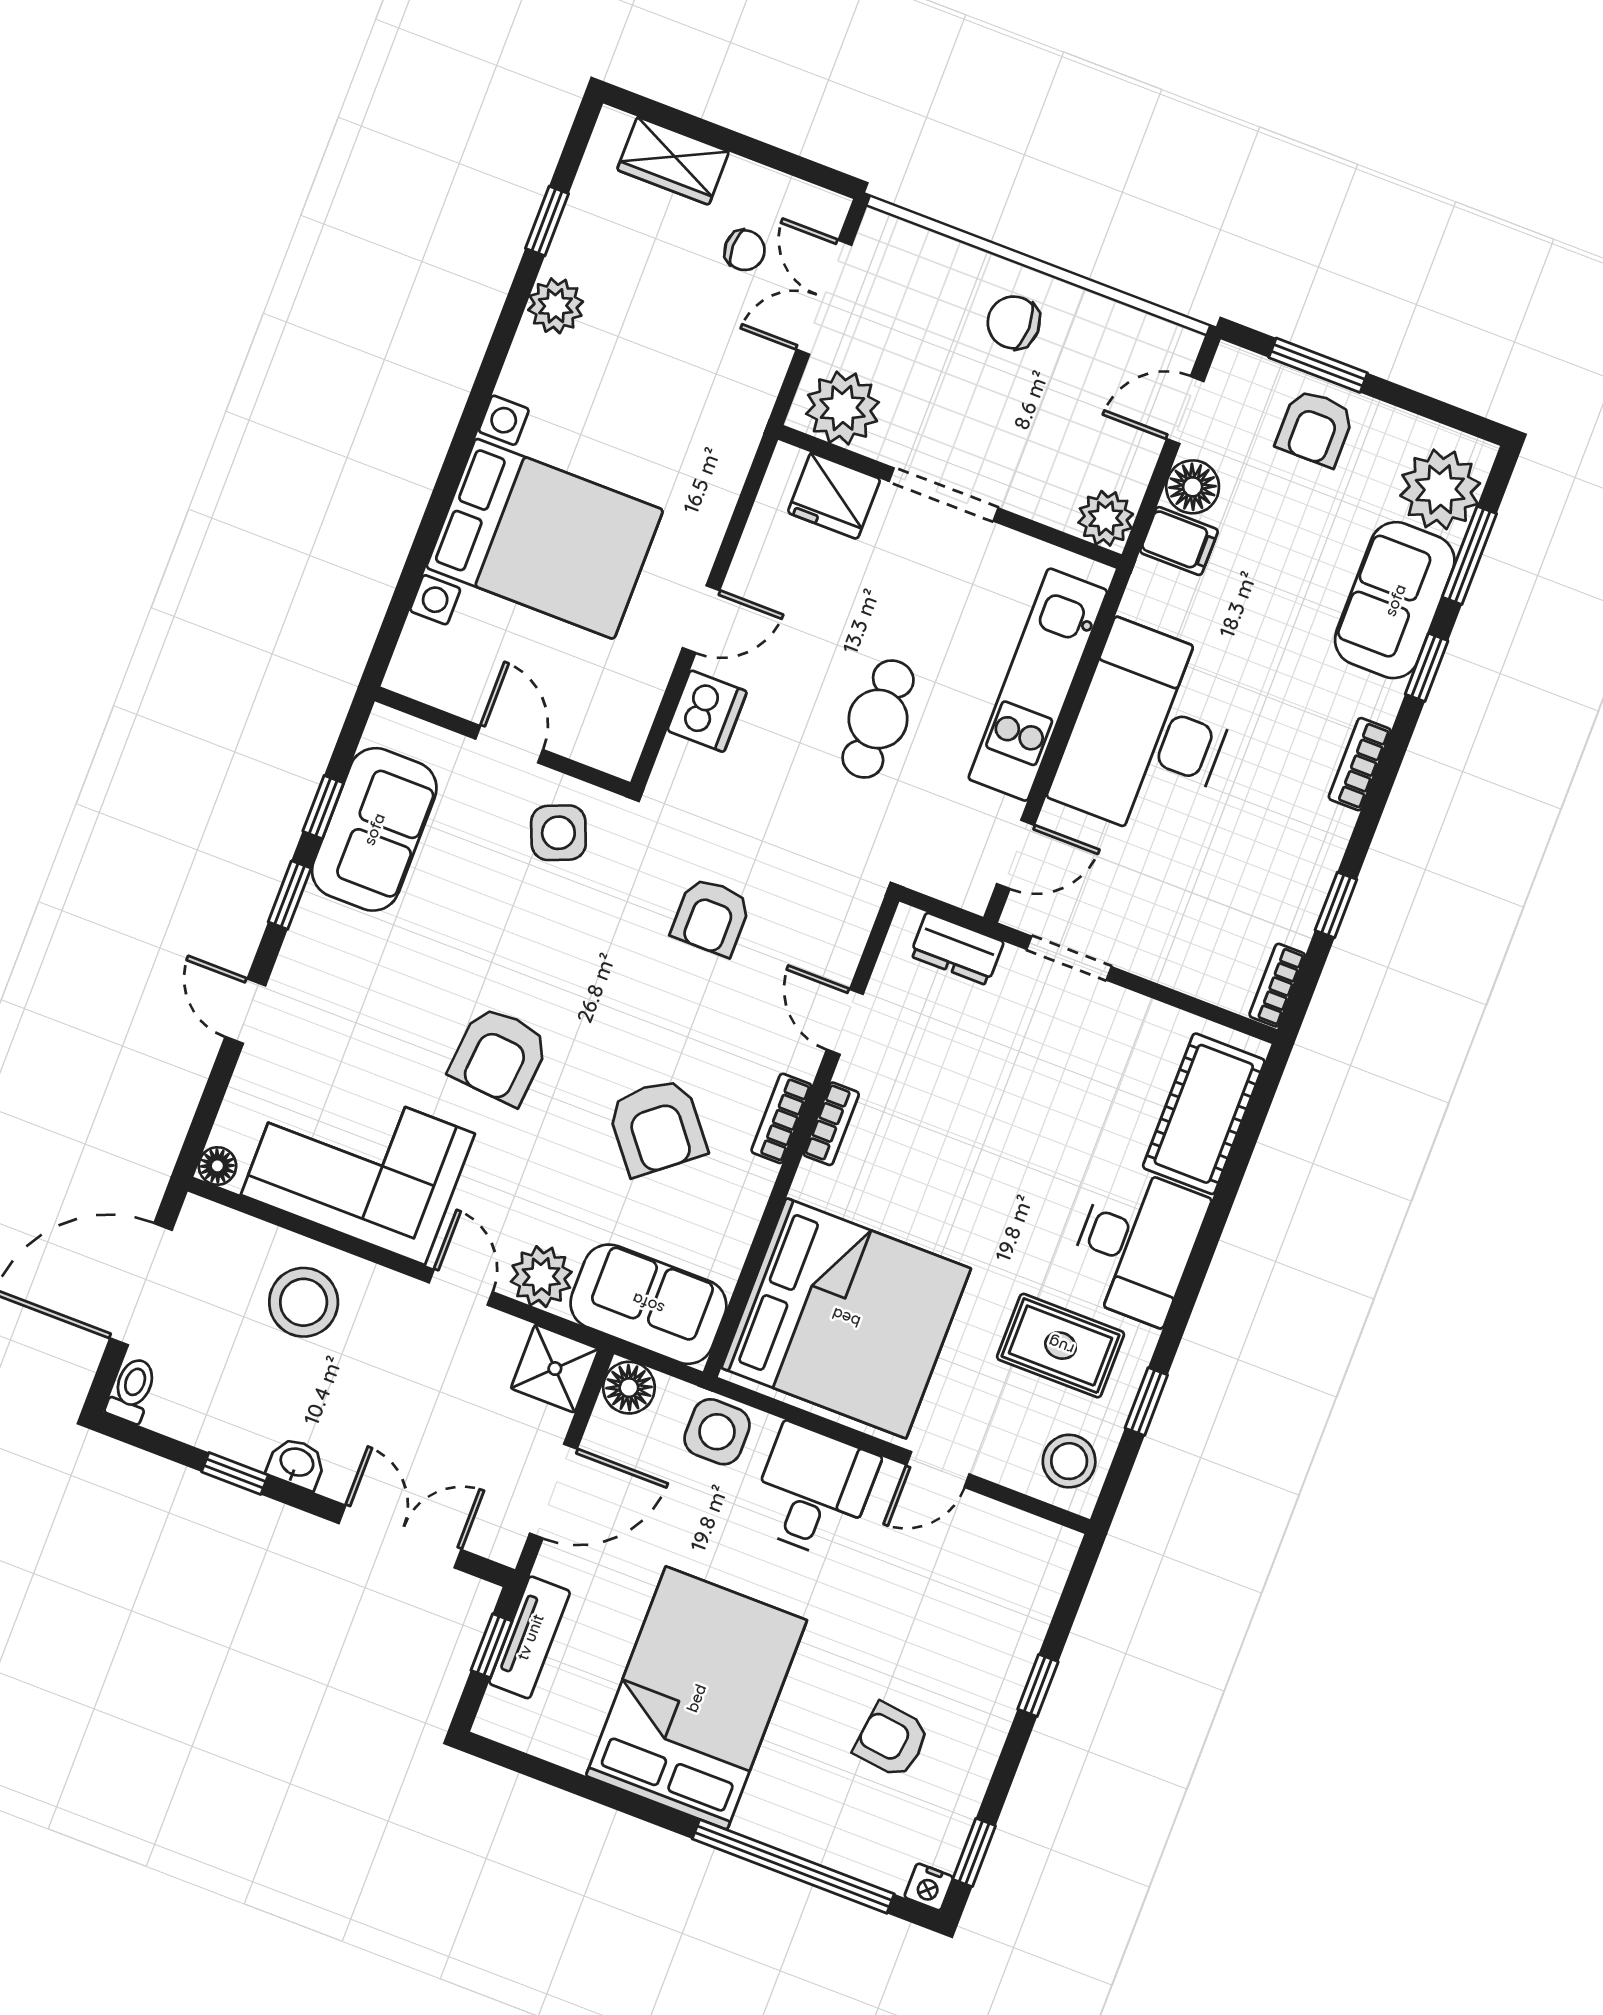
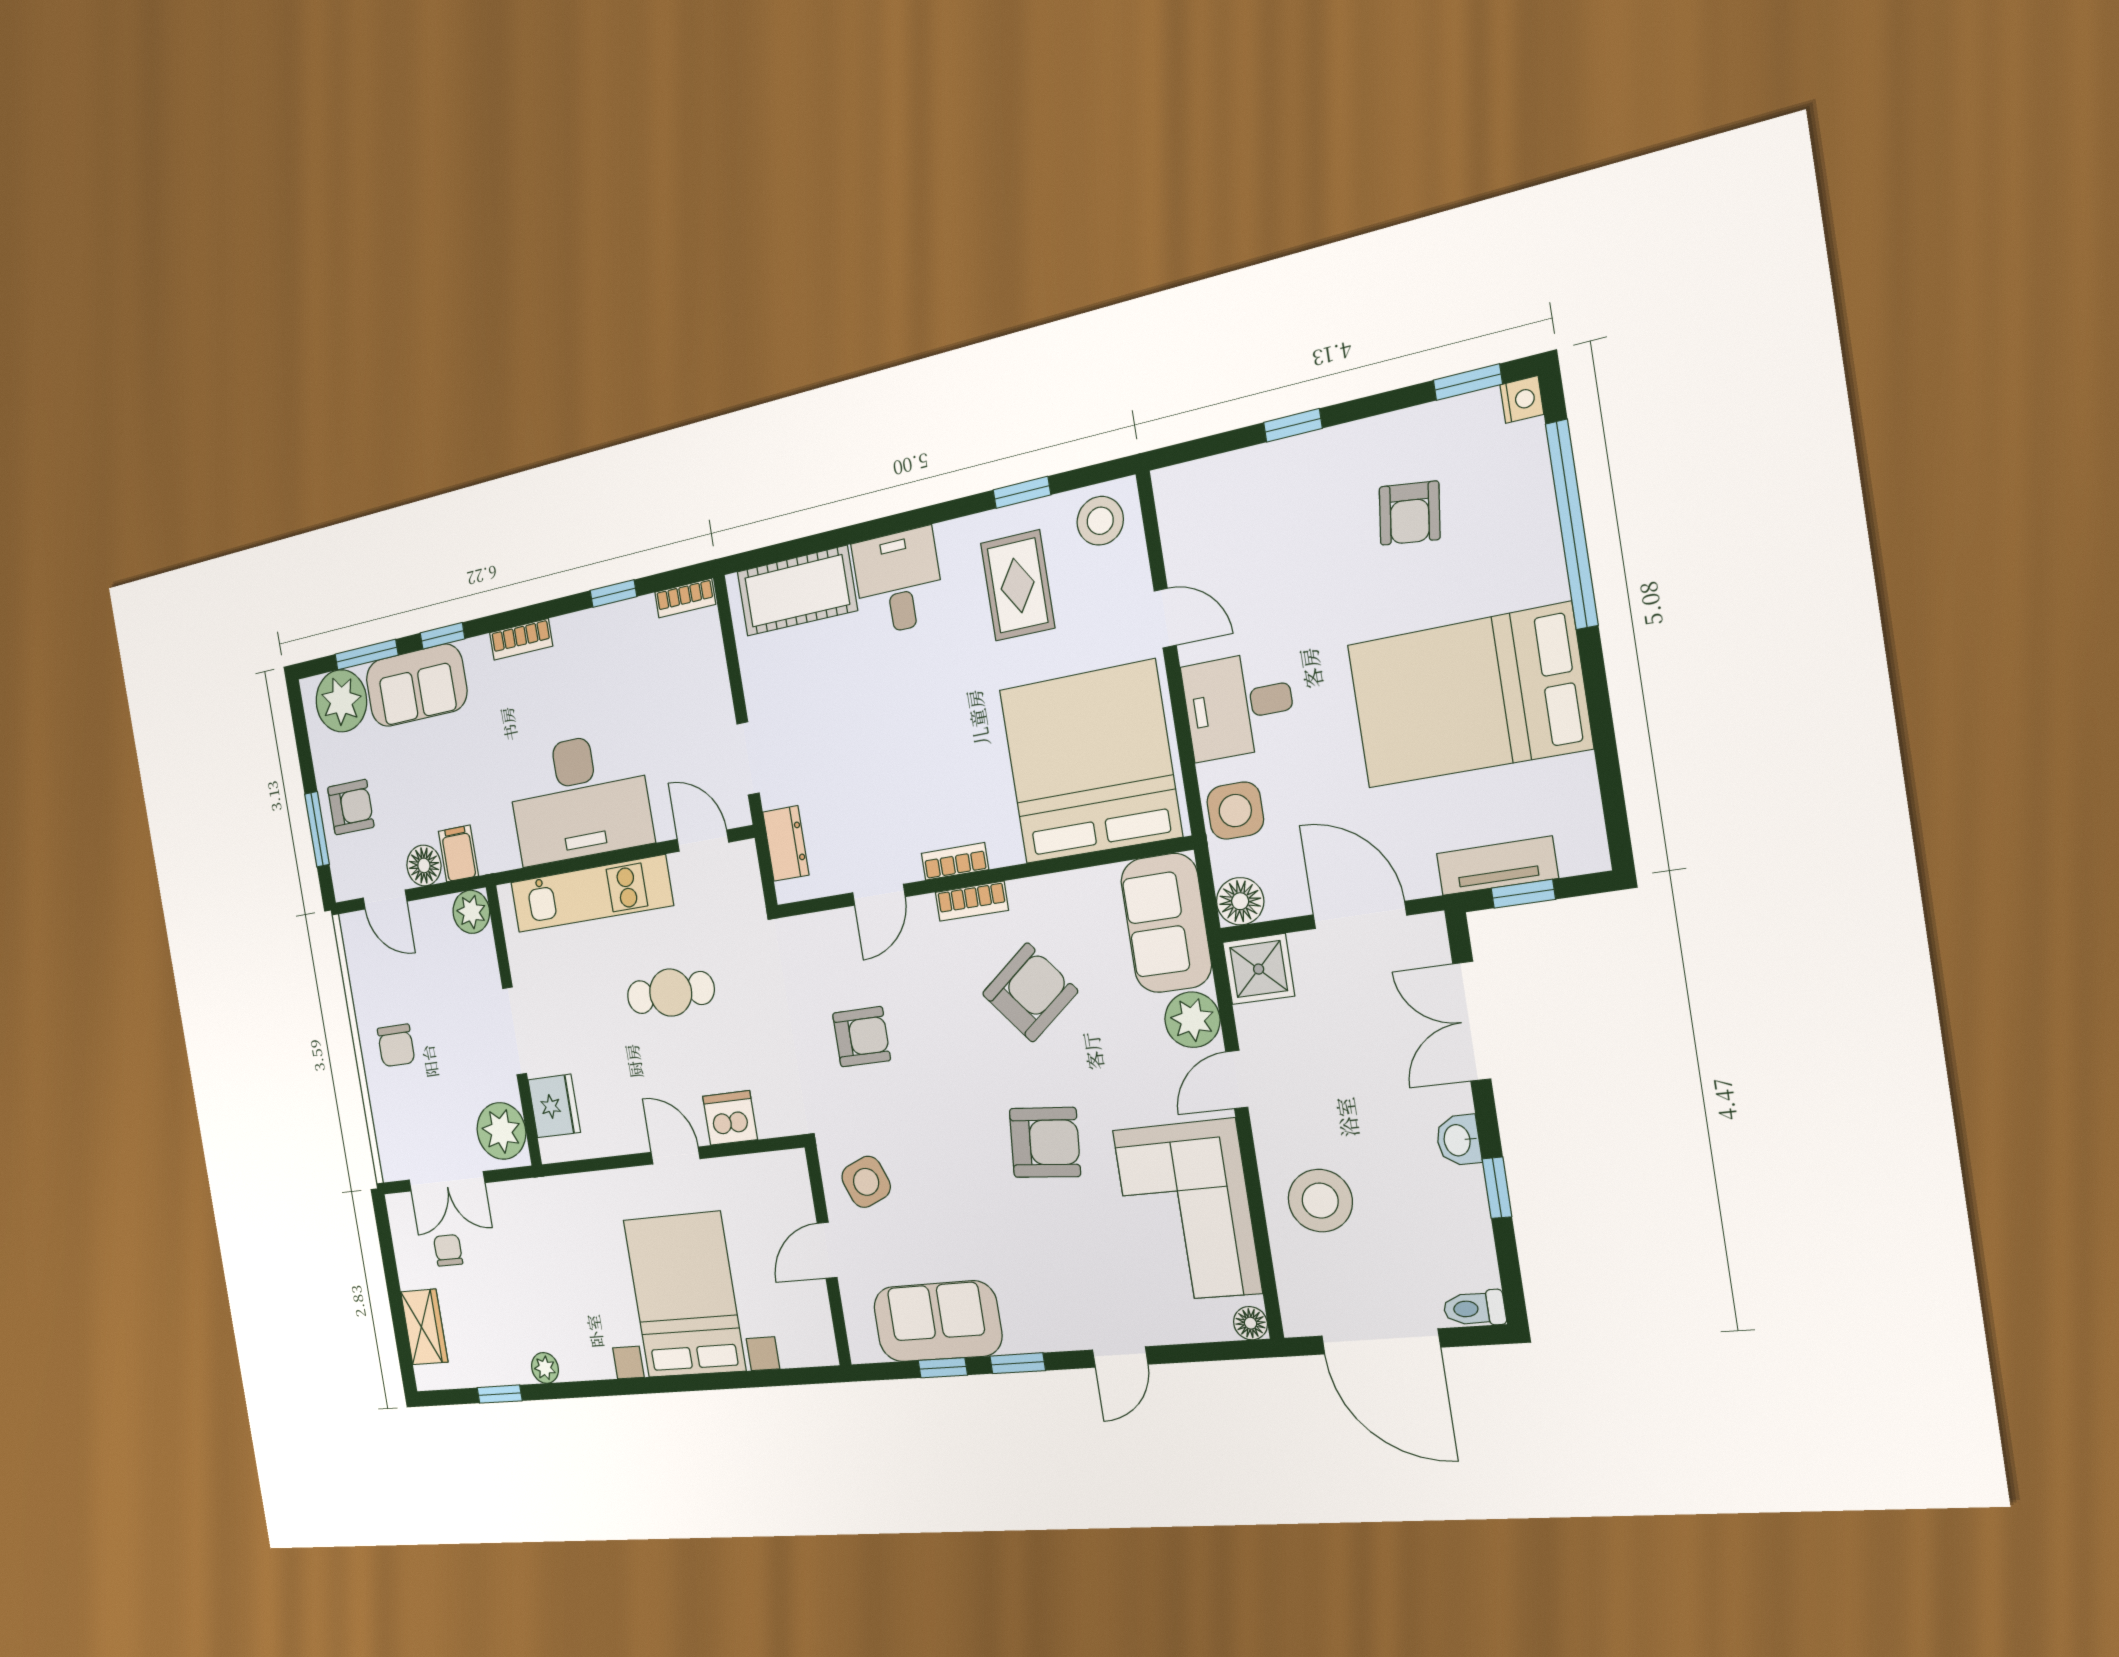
plant: (556, 306) -> (545, 1368), width x0.73, depth x0.73
desk: (1136, 1245) -> (898, 582), width x0.73

